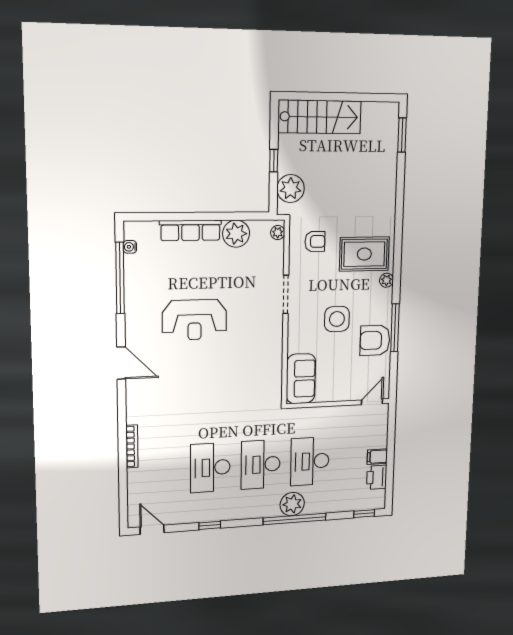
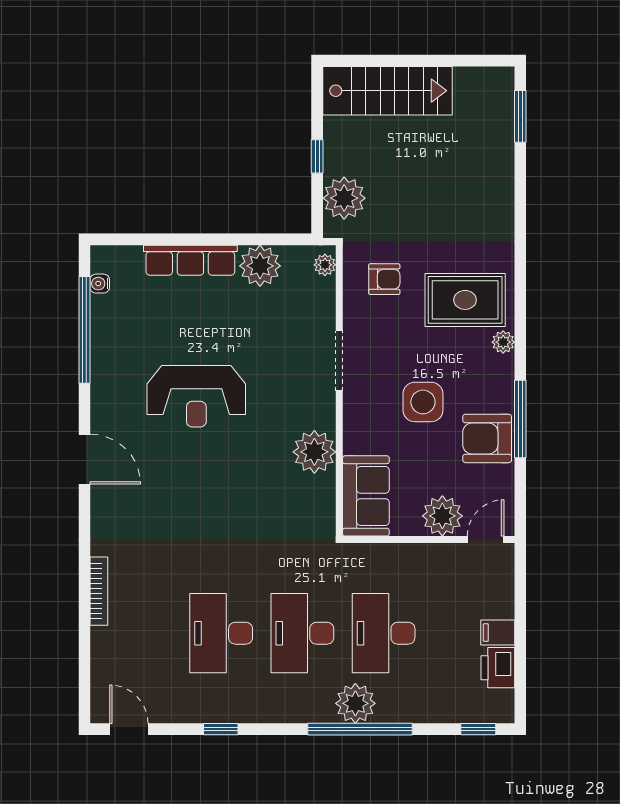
plant: (269, 353) -> (314, 452), added
plant: (347, 389) -> (442, 516), added

